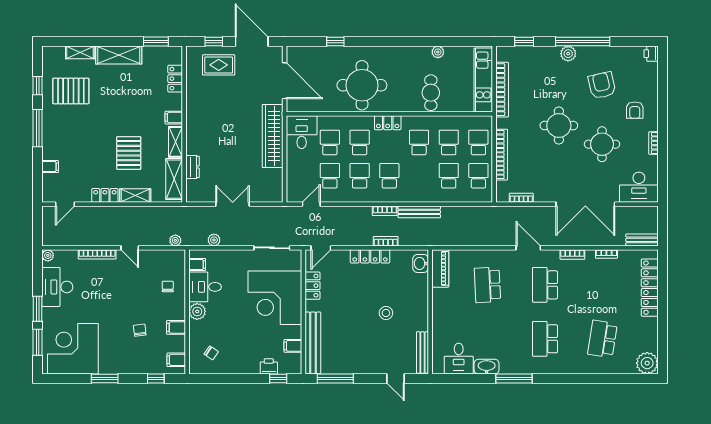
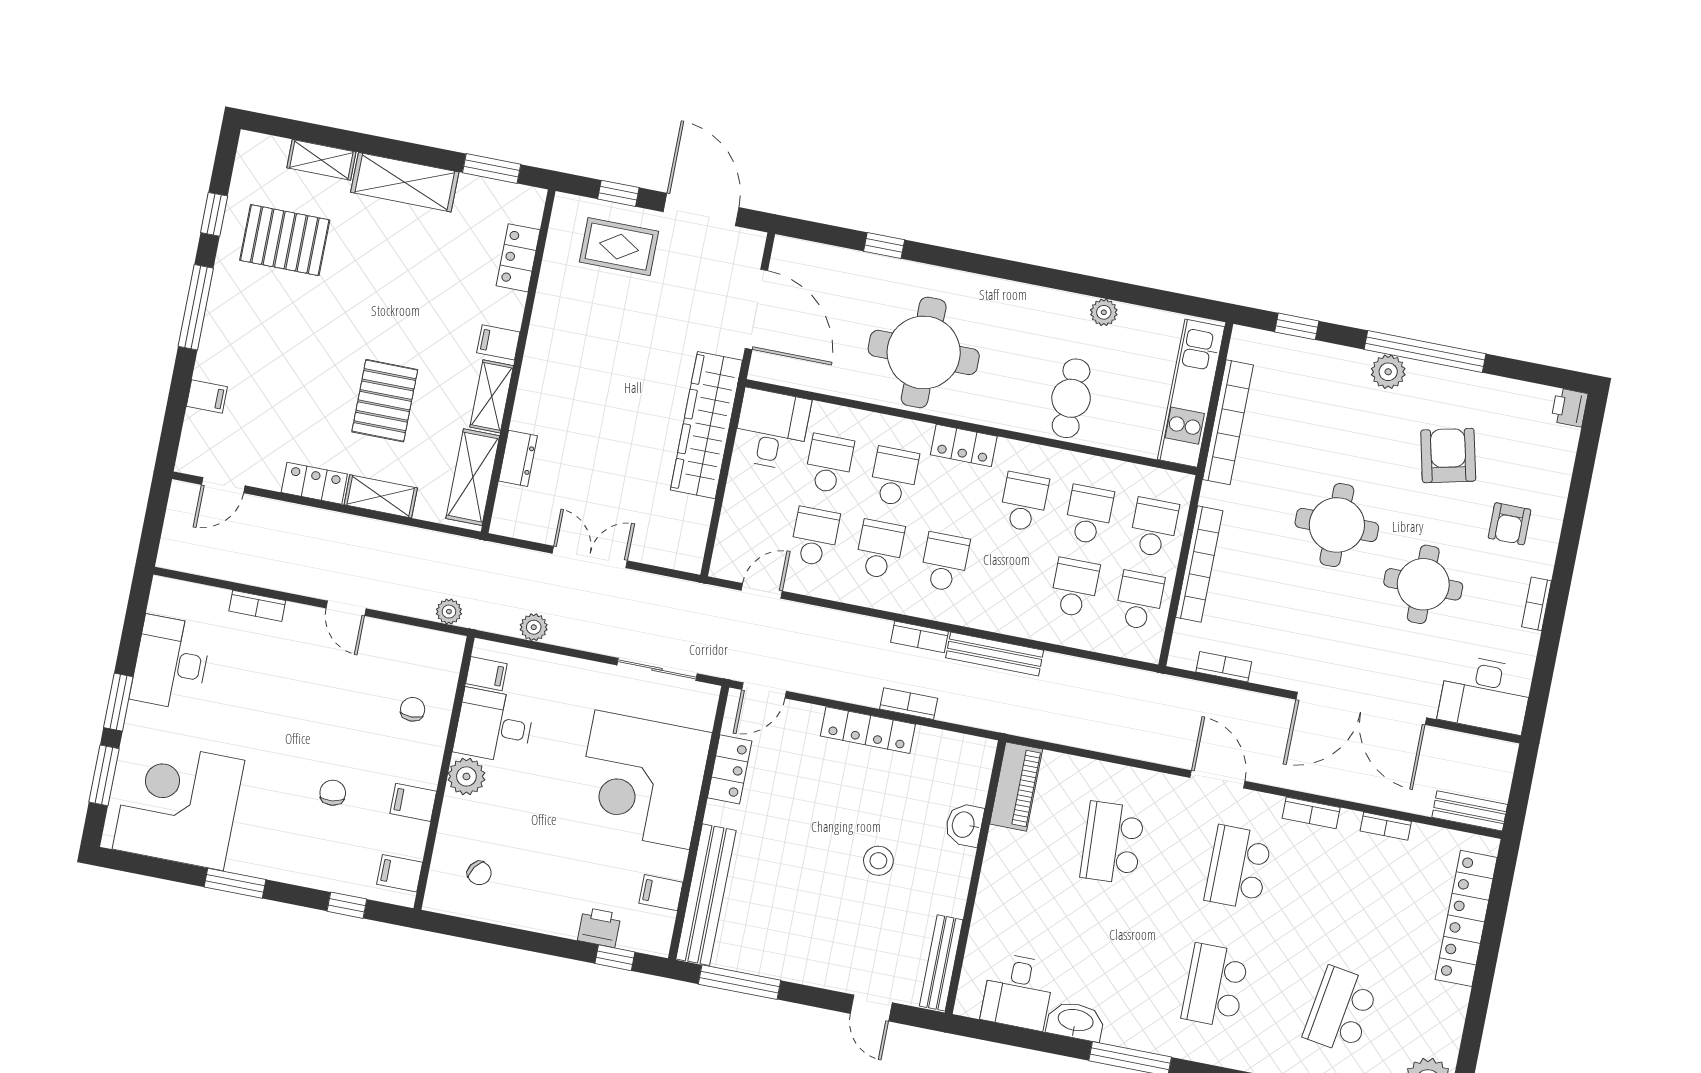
bookcase: (97, 254) -> (257, 606), width x0.64
plant: (48, 255) -> (164, 590), removed
washbasin: (421, 263) -> (964, 825), moved

